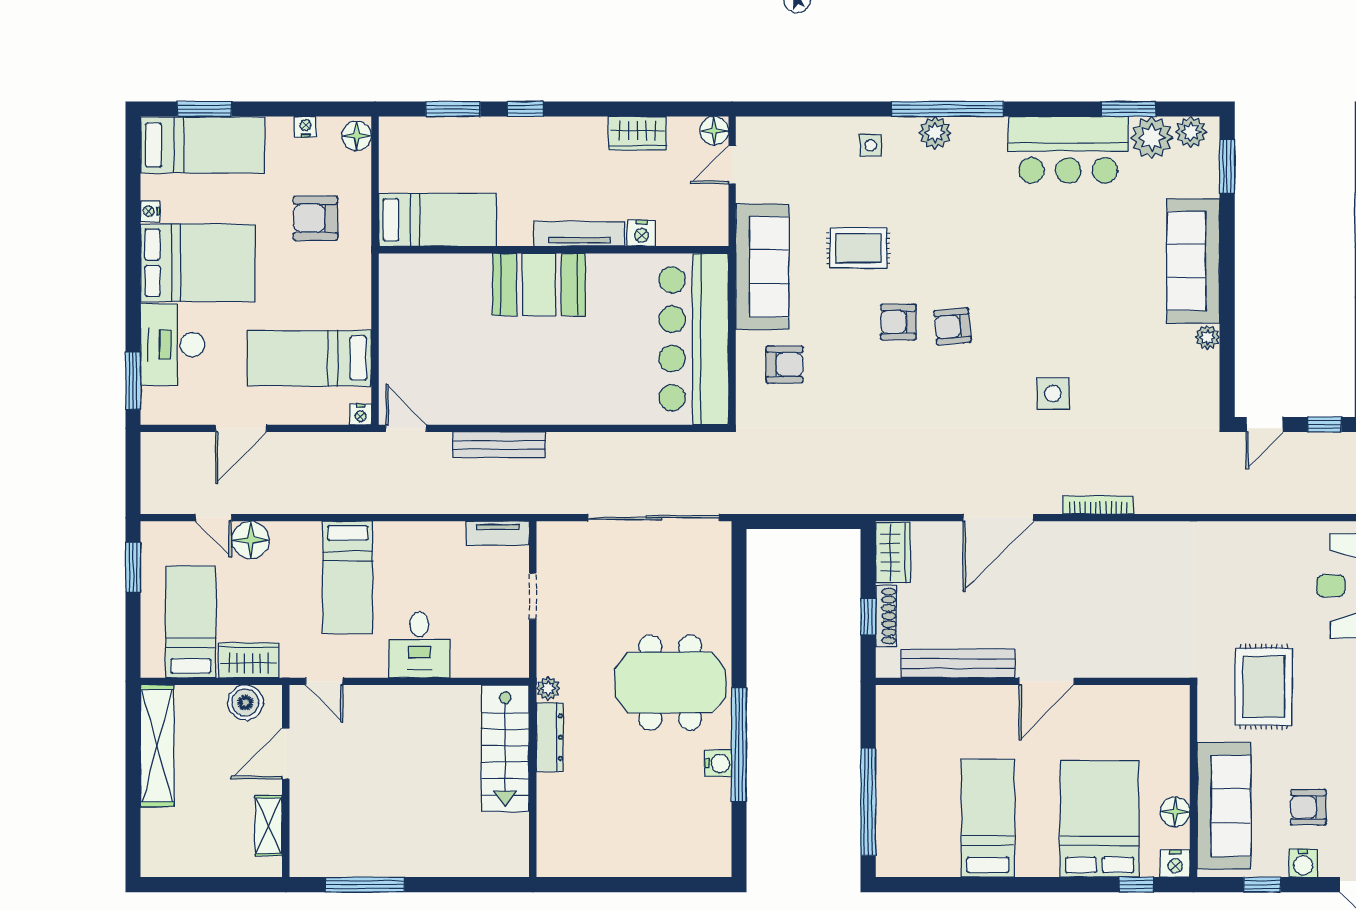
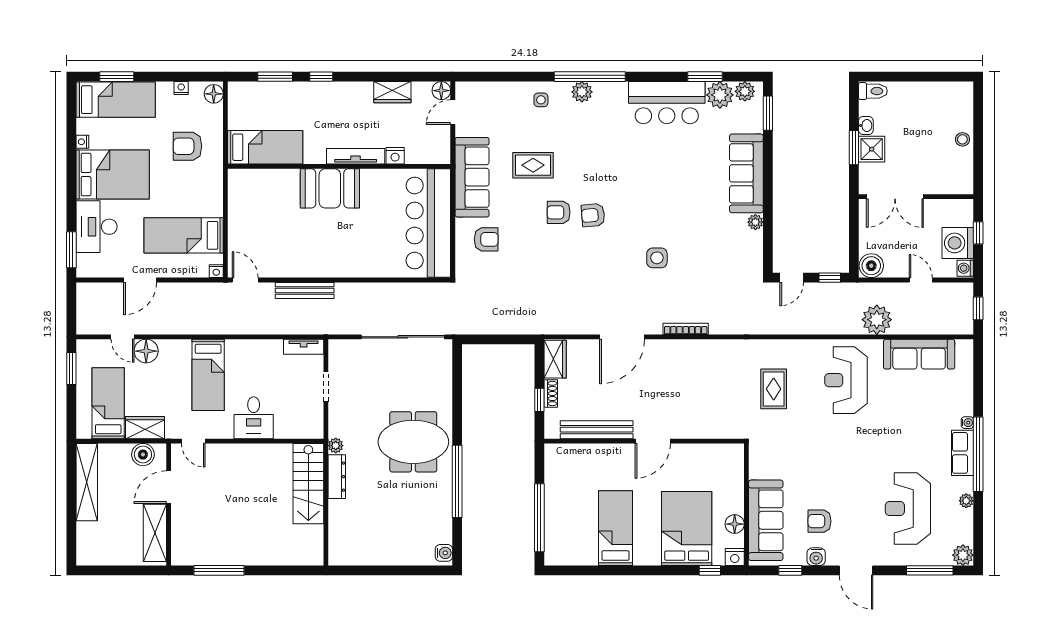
shoe rack: (886, 616) -> (551, 393), width x0.70
rug: (1264, 687) -> (774, 389), moved, width x0.73, depth x0.70
water cooler: (718, 763) -> (444, 553), moved
shelving: (269, 826) -> (155, 533), width x1.50, depth x1.33

